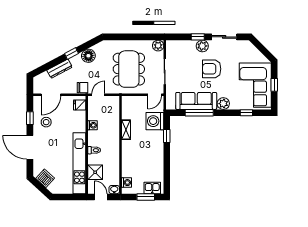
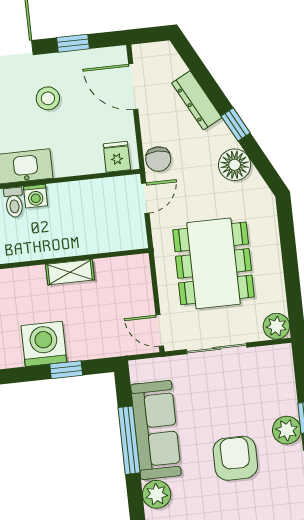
dining table: (129, 69) -> (213, 263), turned 90
door: (98, 95) -> (145, 198), hinge flipped
washing machine: (155, 121) -> (44, 344), moved
stool: (46, 122) -> (48, 98), moved
washing machine: (92, 125) -> (35, 196), moved

